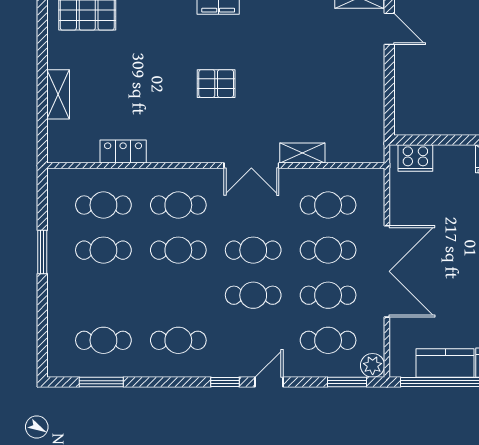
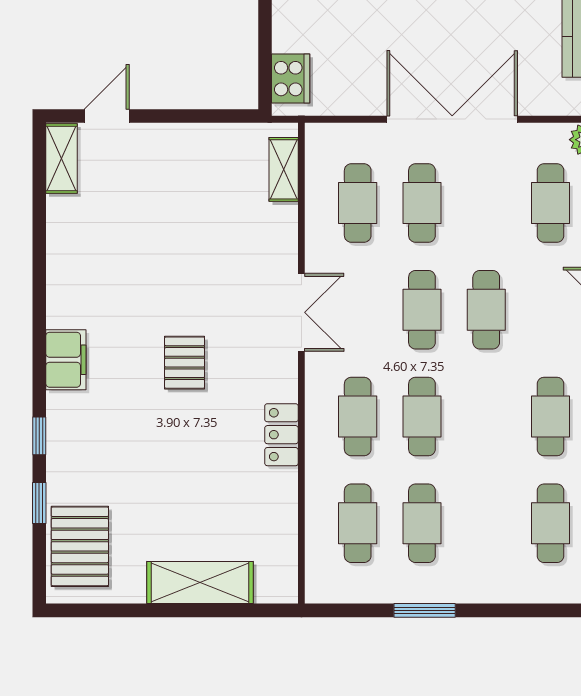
shelving: (58, 94) -> (200, 583), width x1.50, depth x1.33
locker: (123, 152) -> (281, 435), moved
shelving: (302, 153) -> (284, 169), moved
cafe table: (328, 295) -> (486, 203), removed

